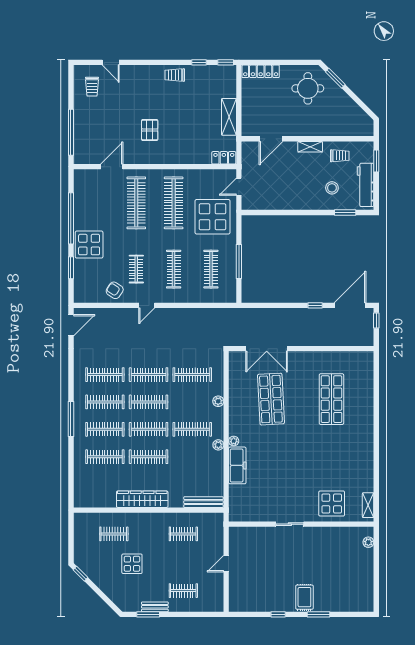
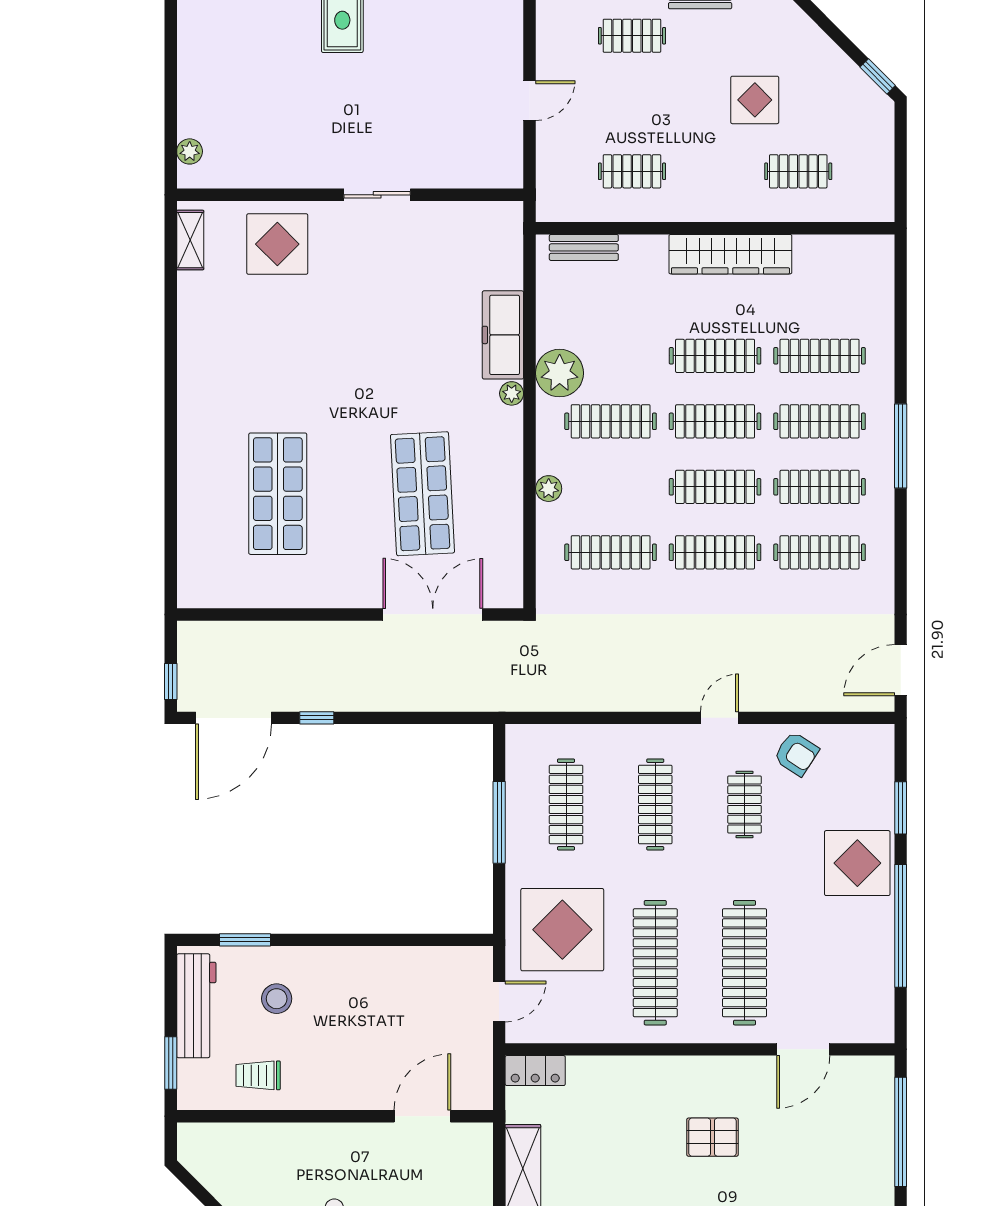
pallet: (150, 130) -> (713, 1137), turned 90
shelving: (310, 147) -> (329, 1097), removed
plant: (218, 445) -> (560, 373), width x1.88, depth x1.88
bench: (203, 502) -> (584, 247), width x0.73

